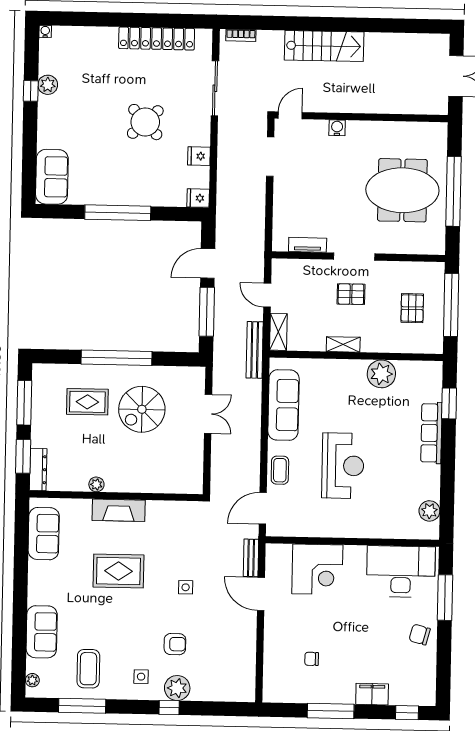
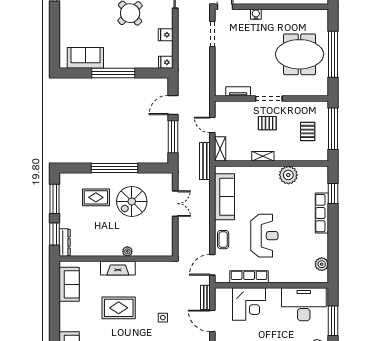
sofa: (52, 177) -> (85, 58), moved, turned -90
plant: (96, 484) -> (127, 251), moved
row of seats: (318, 528) -> (249, 277), added

